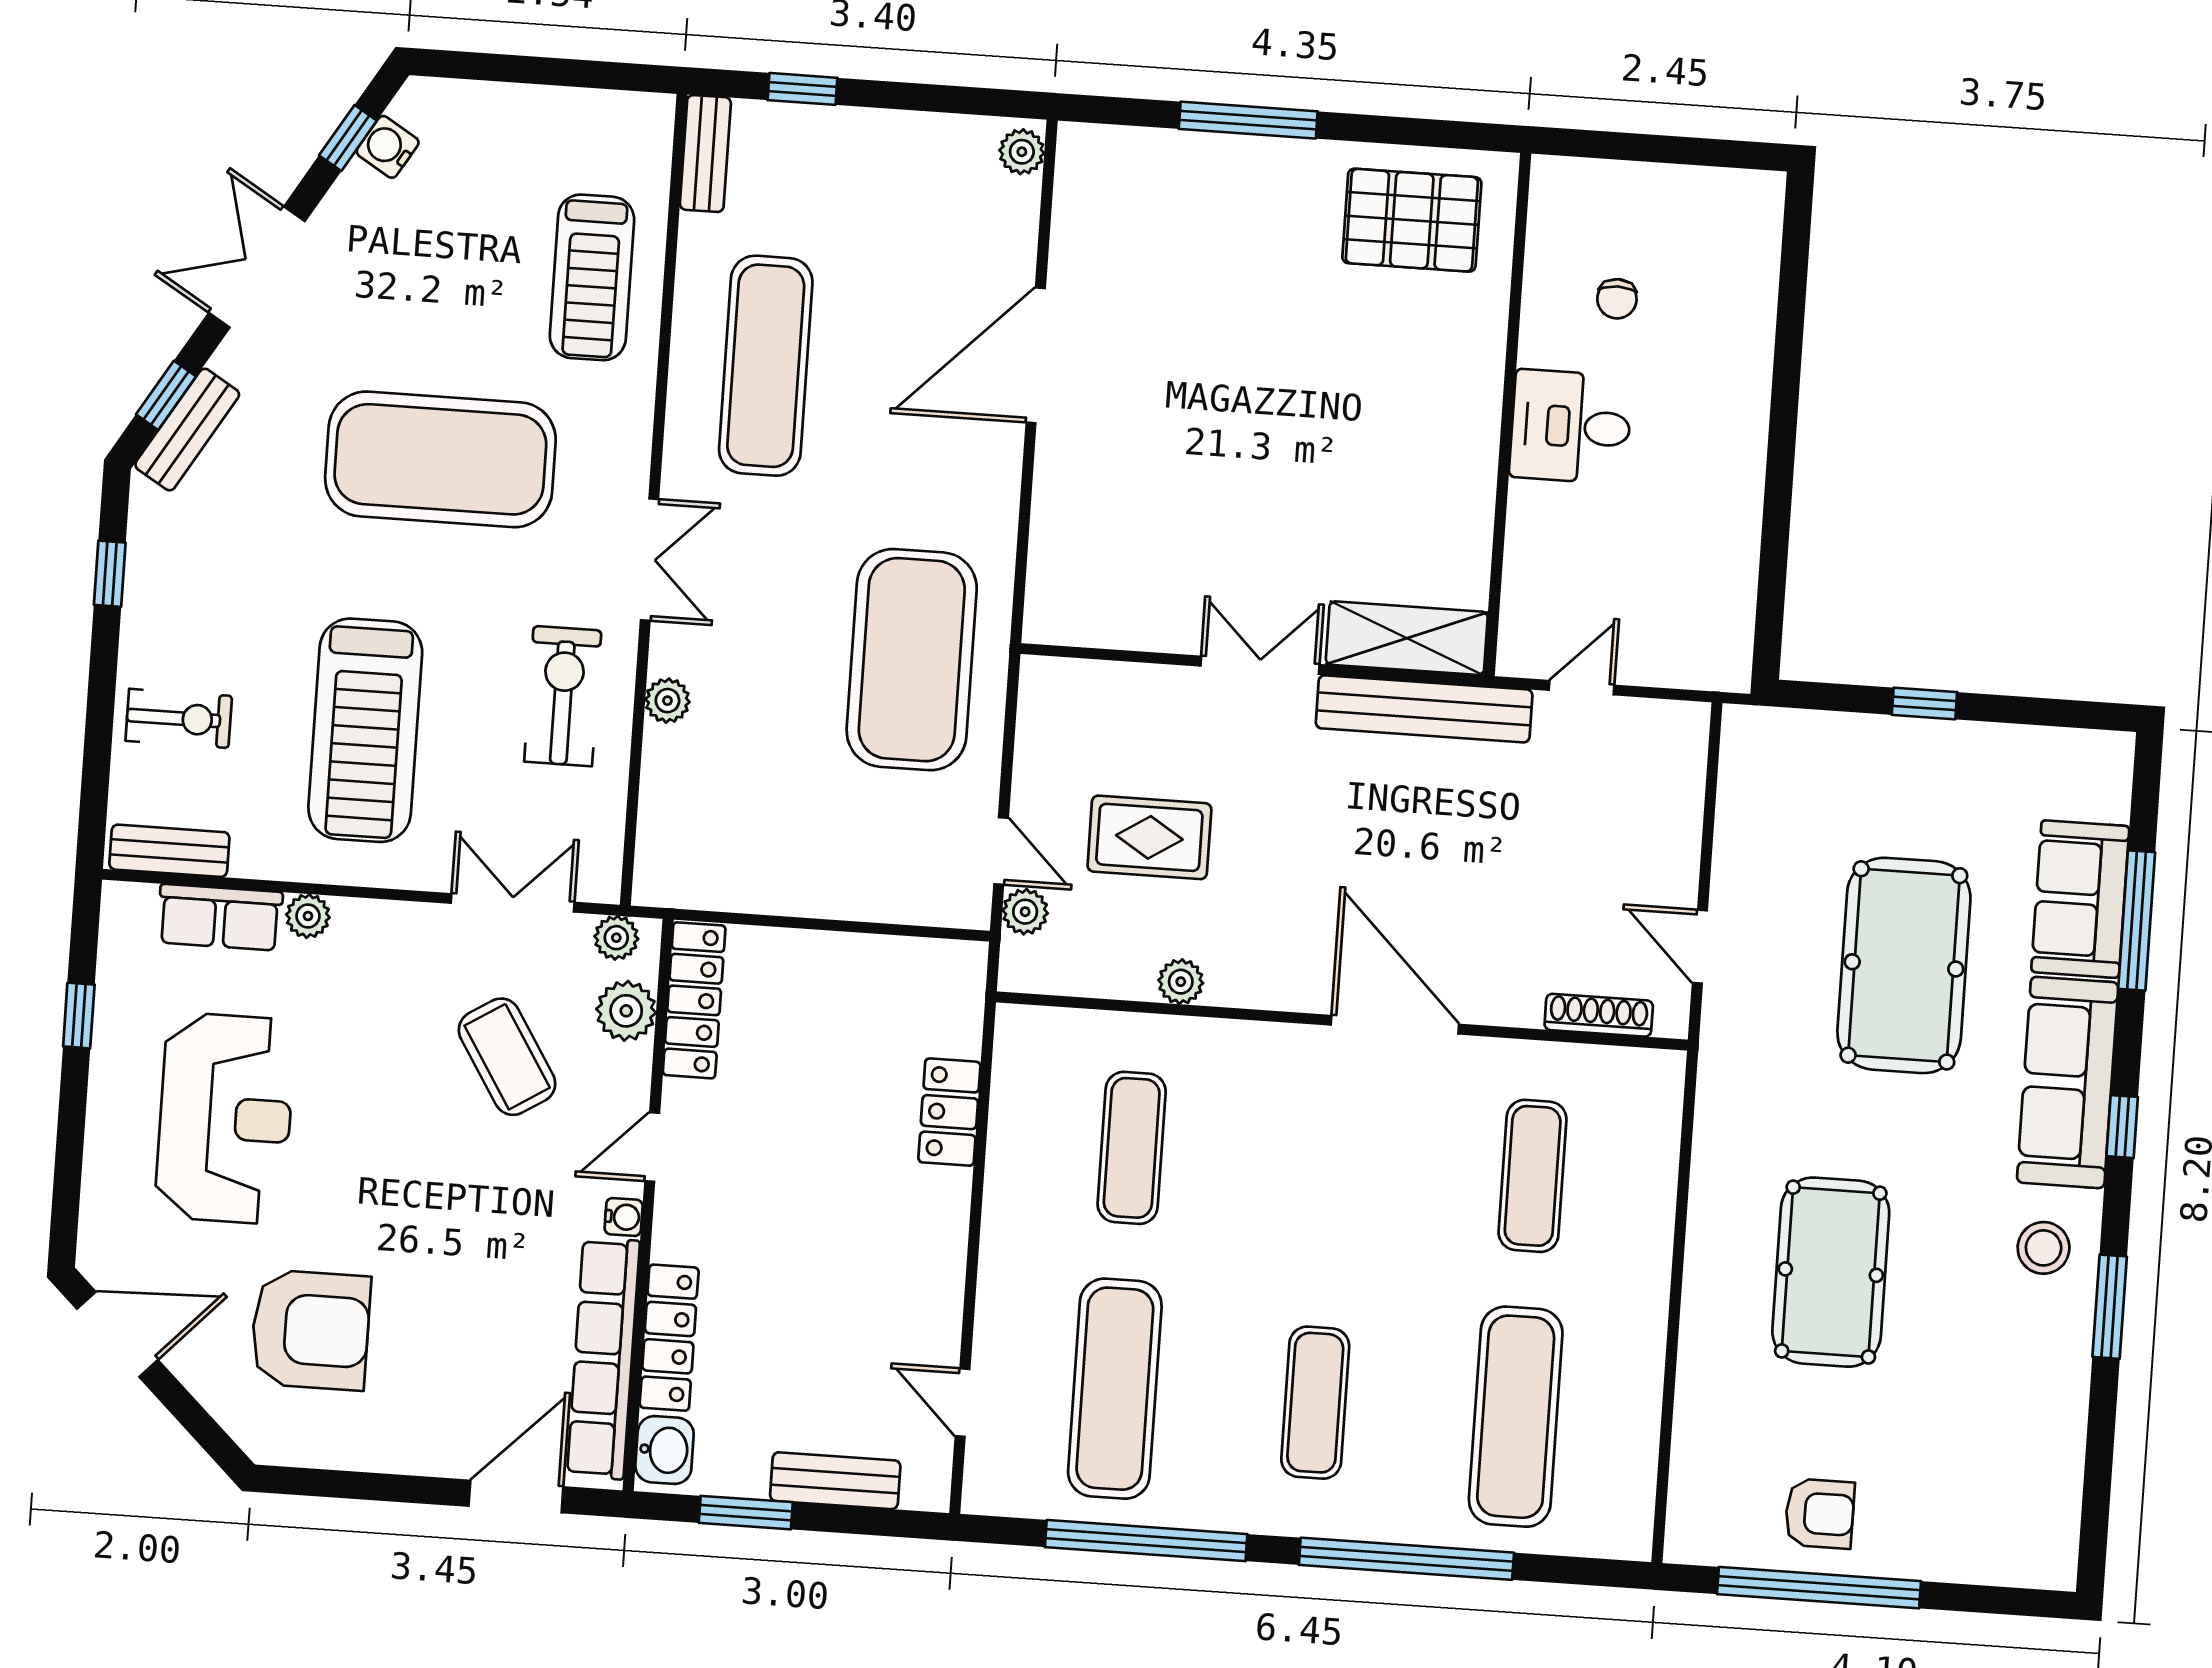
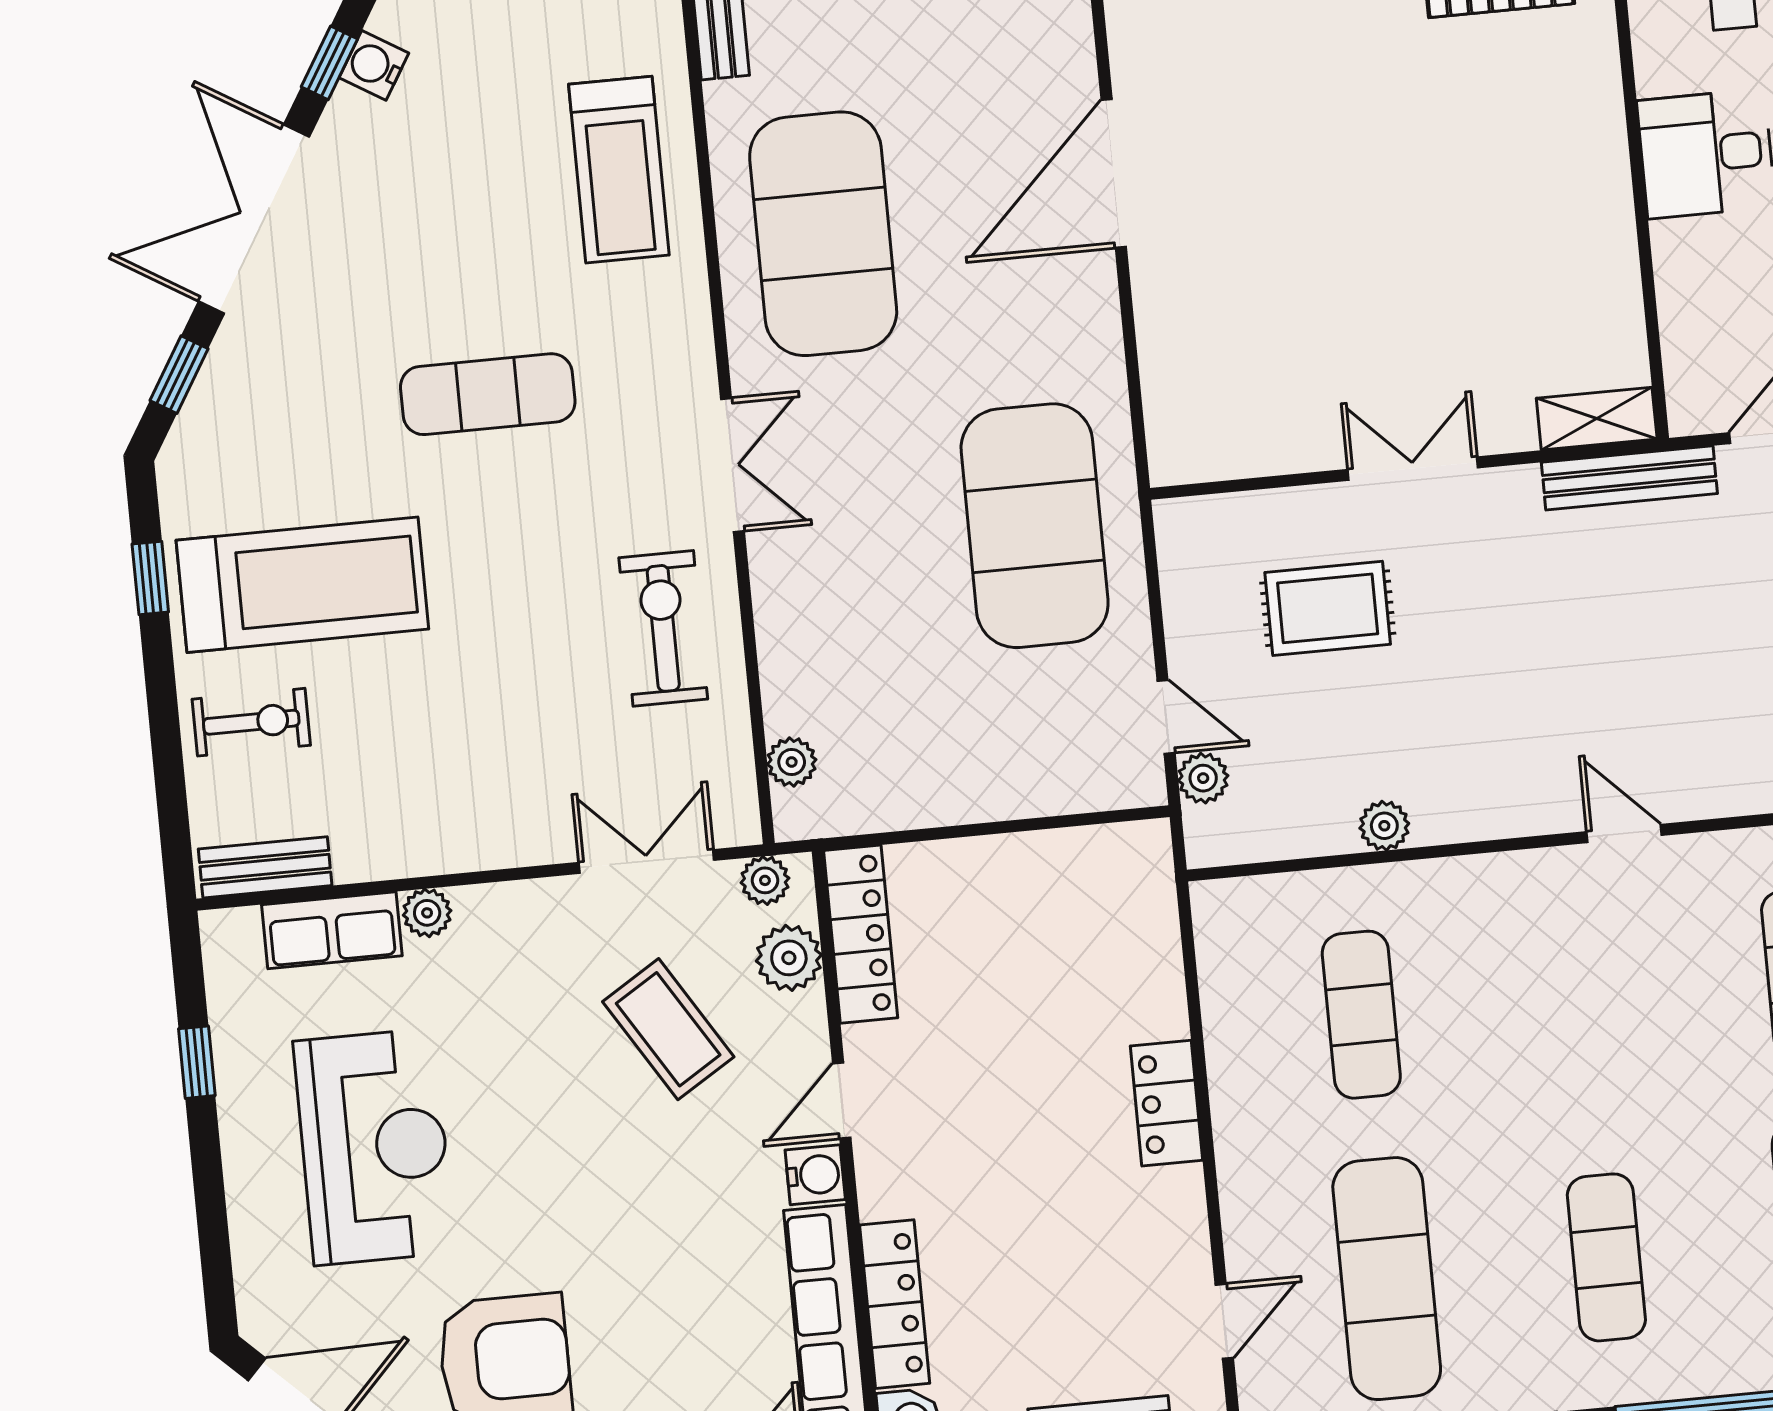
double door: (257, 267) -> (254, 219), width x1.37
exercise mat: (766, 366) -> (823, 234), width x1.47
bench: (187, 430) -> (208, 408), removed
exercise mat: (440, 459) -> (488, 394), width x0.50, depth x0.69
shelving: (1407, 638) -> (1597, 419), width x0.67, depth x0.75
plant: (667, 701) -> (792, 762), moved
bench: (1424, 709) -> (1629, 478), width x0.73, depth x0.82
treadmill: (365, 730) -> (302, 585), moved, turned -90
rug: (1149, 837) -> (1328, 608), moved
door: (1395, 1025) -> (1624, 834), width x0.53
locker: (949, 1112) -> (1167, 1103), moved
water cooler: (624, 1217) -> (815, 1175), width x1.38, depth x1.38
door: (962, 1403) -> (1224, 1321), swing flipped

